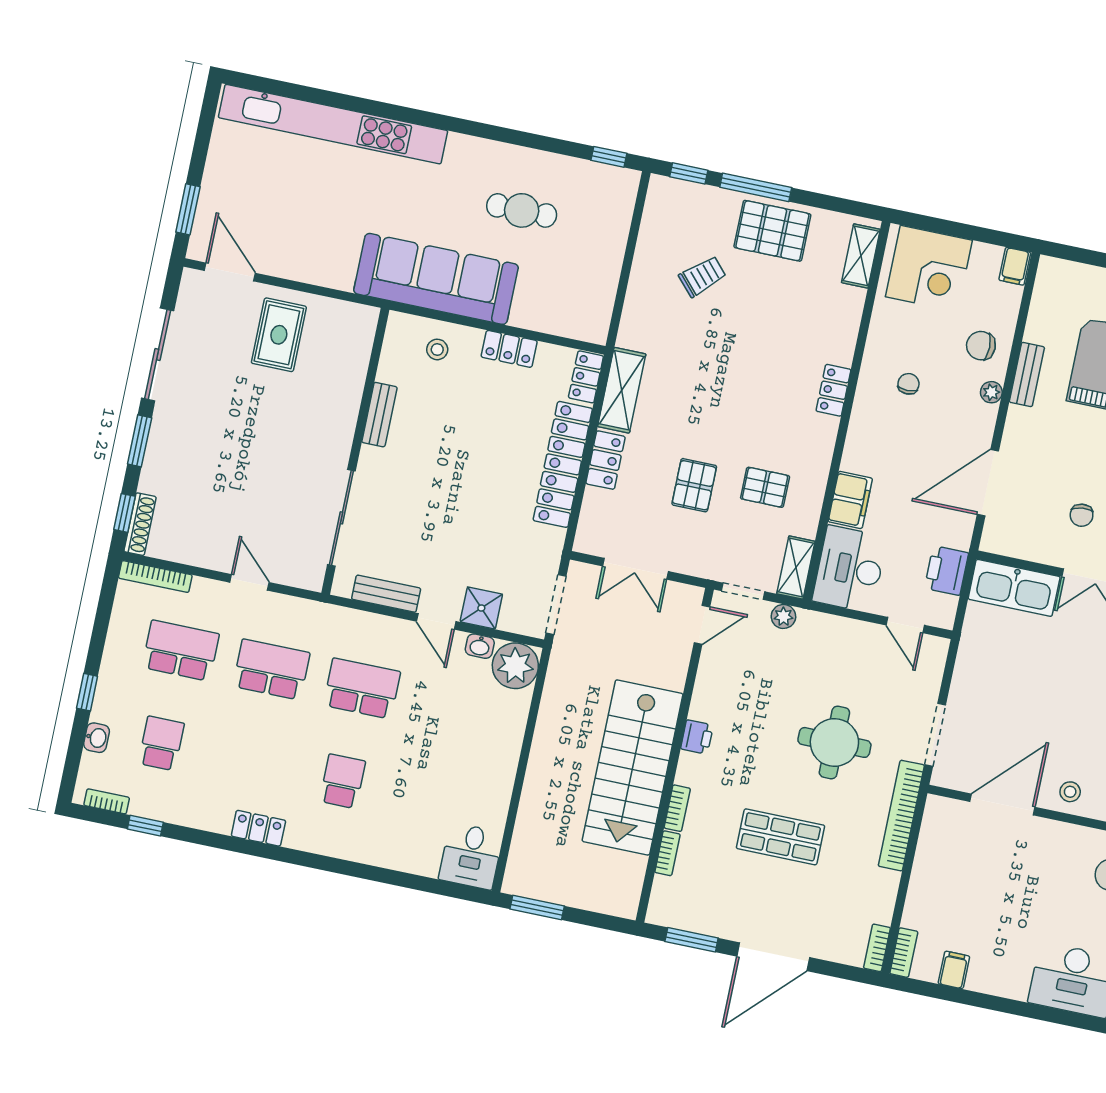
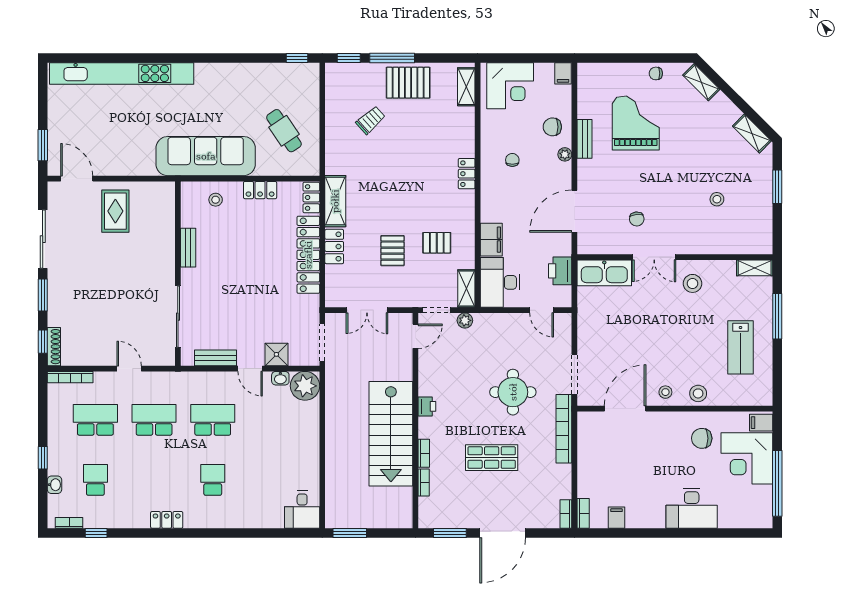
cafe table: (522, 210) -> (284, 131), moved, turned 56

